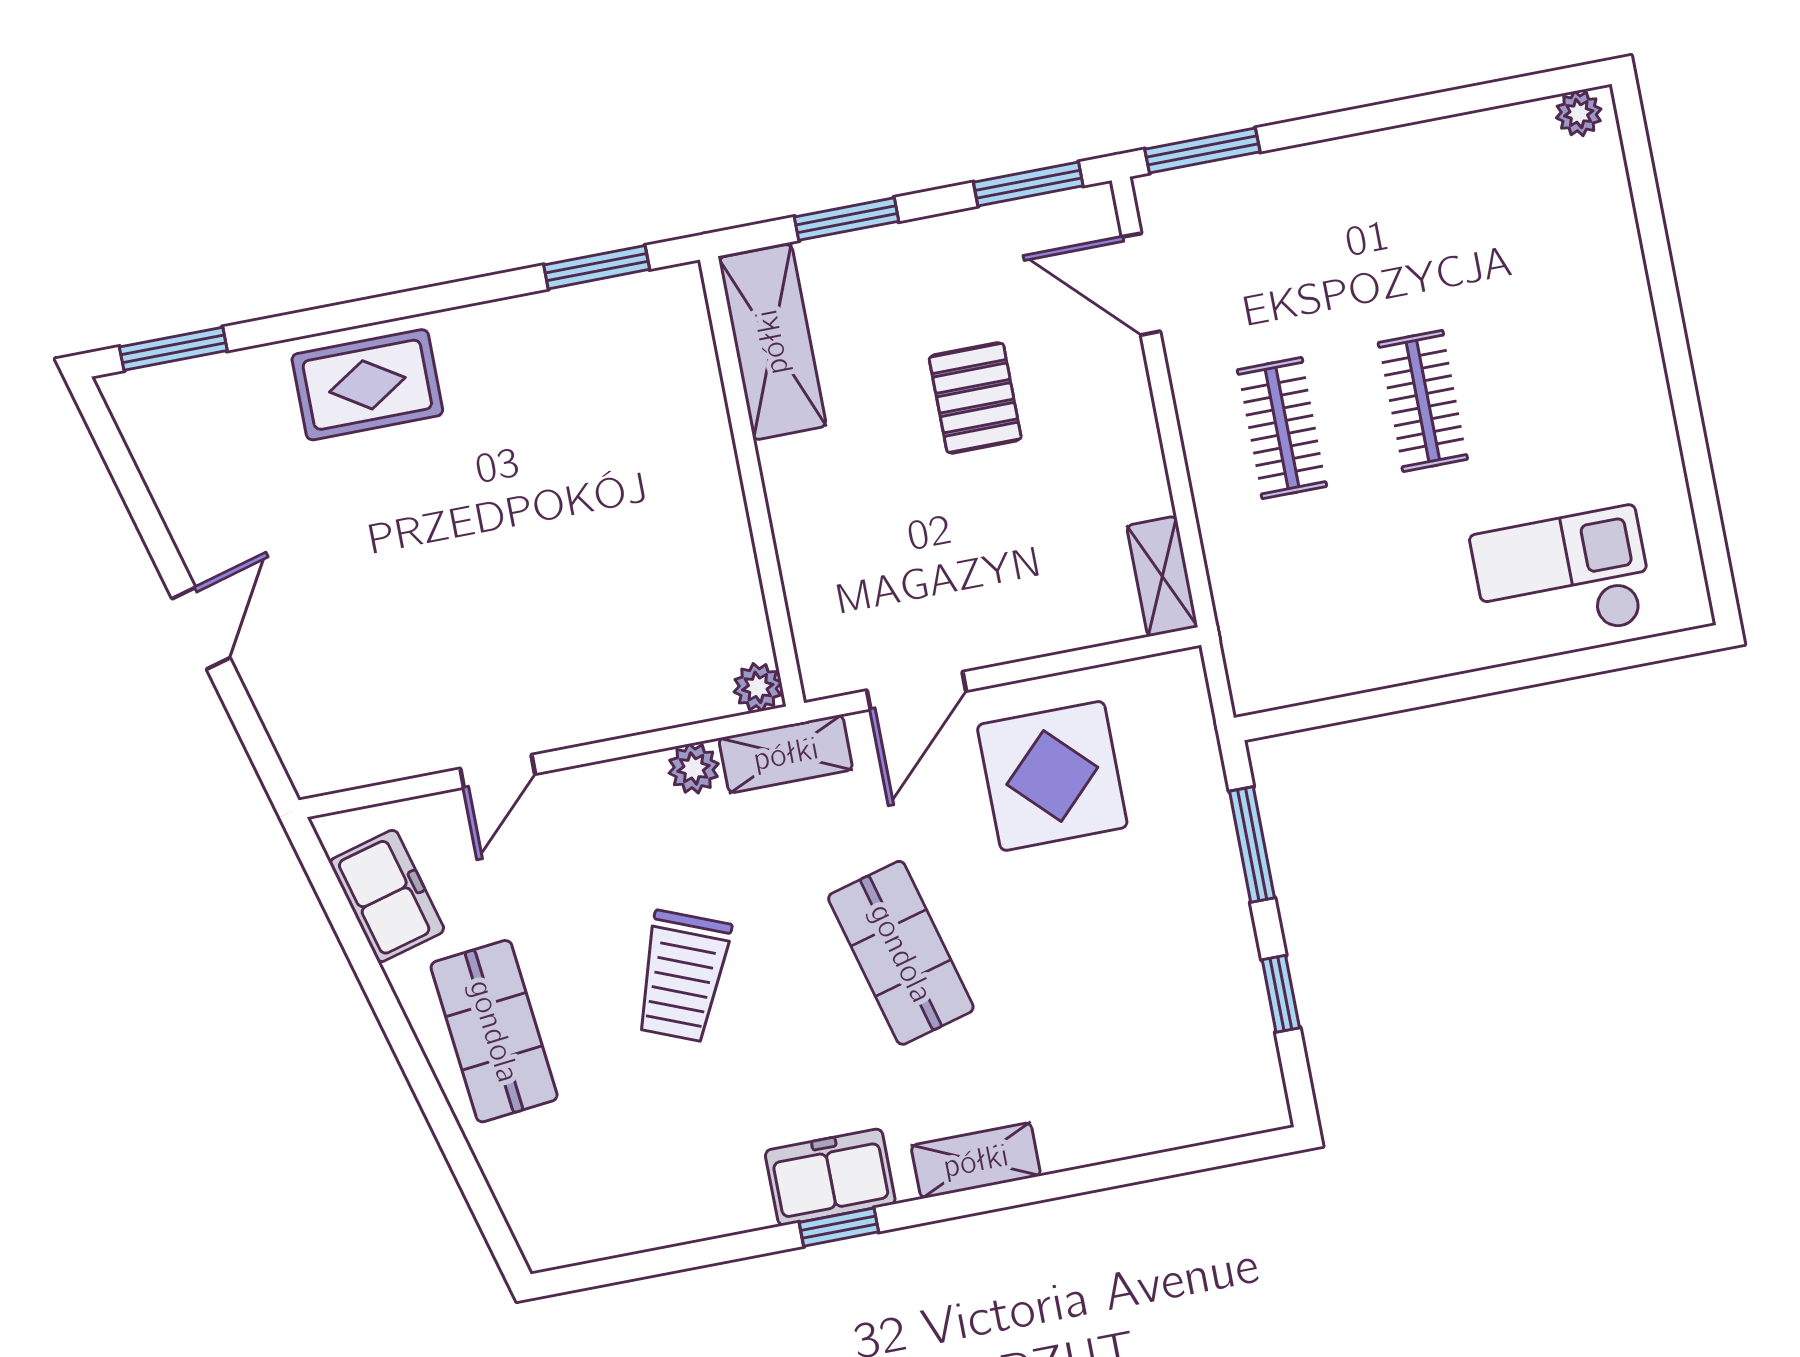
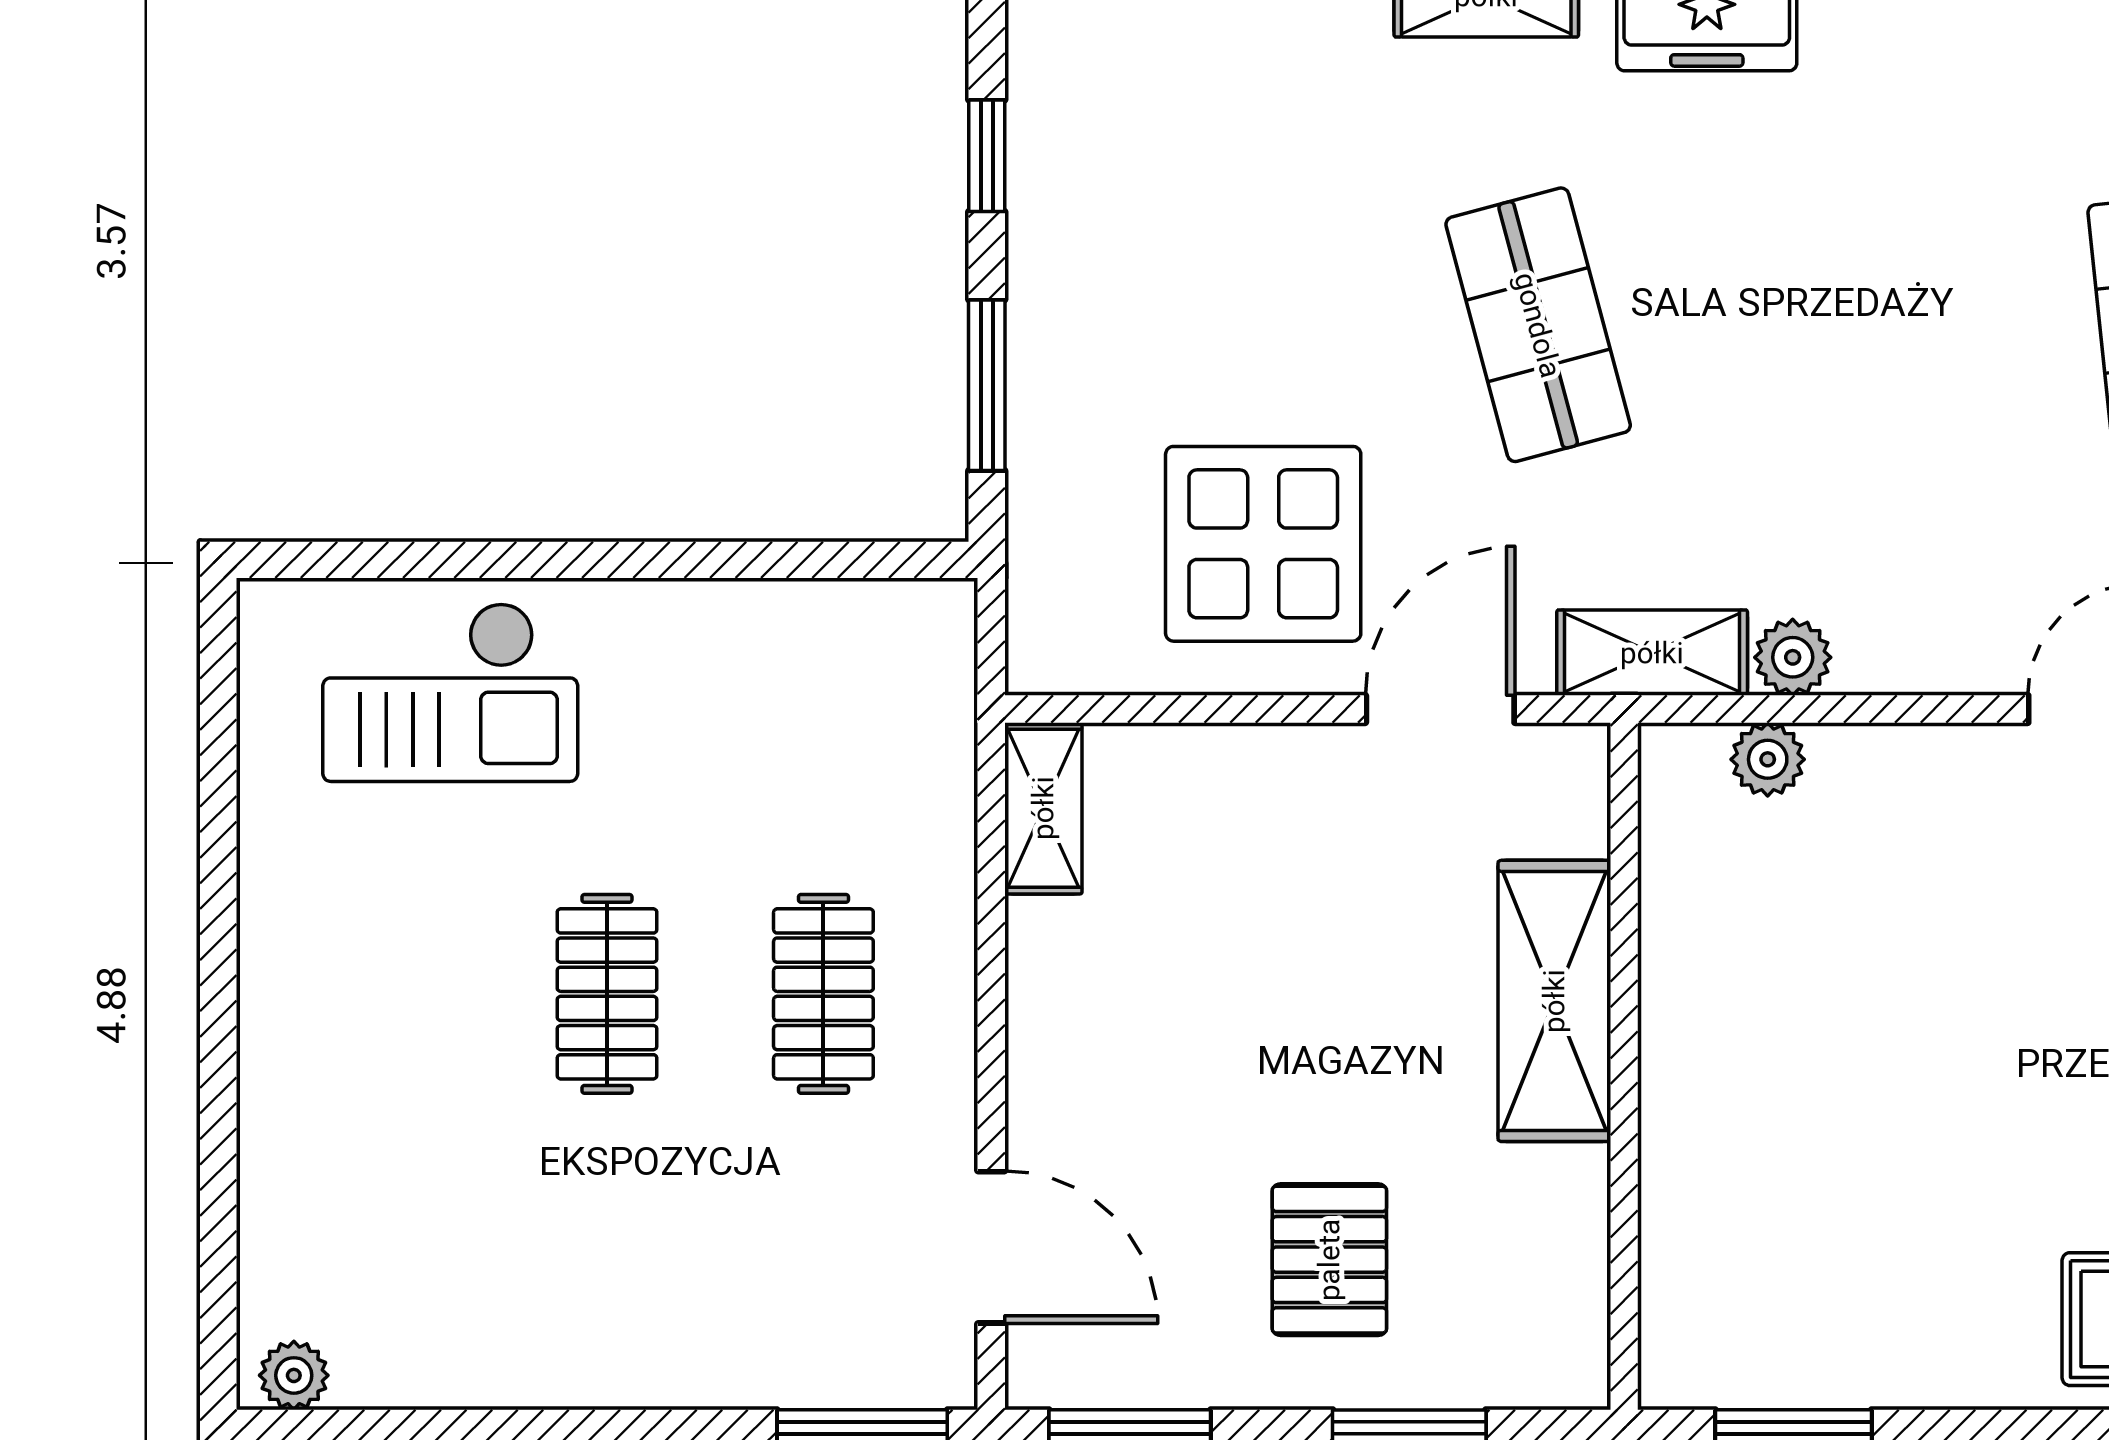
shelving: (772, 342) -> (1554, 1001), moved
pallet: (975, 398) -> (1329, 1260), moved
plant: (758, 687) -> (1768, 759), moved
trolley: (682, 976) -> (1868, 352), removed

